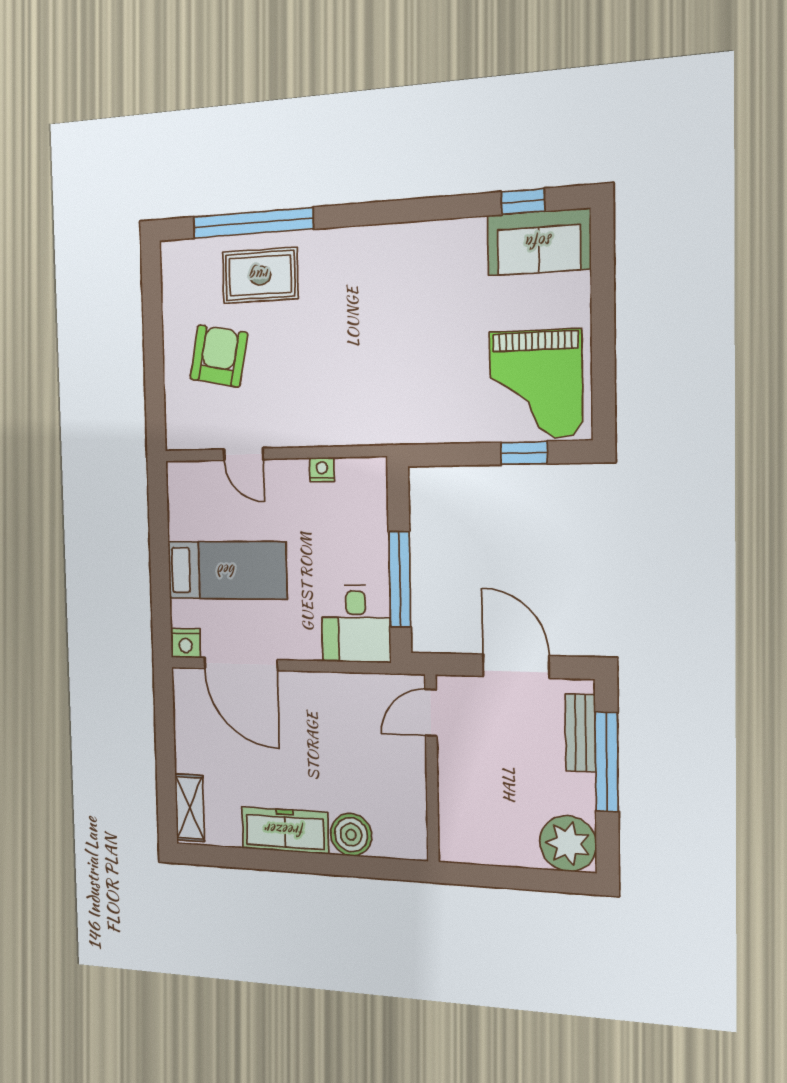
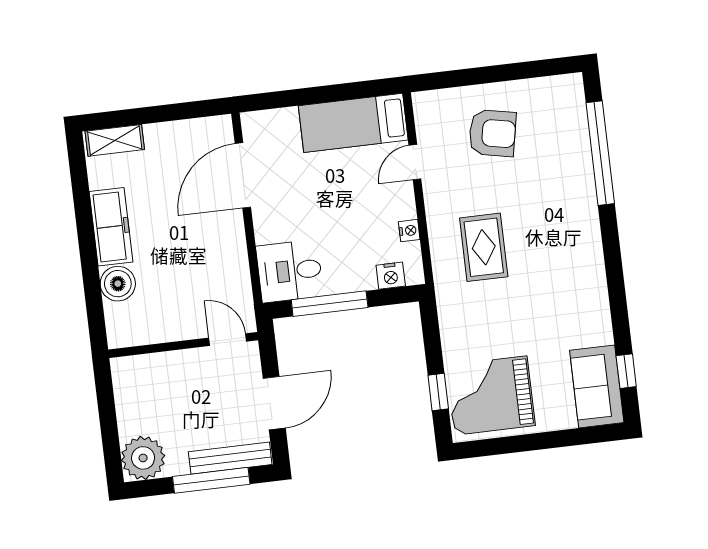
rug: (260, 275) -> (484, 247), moved
bed: (227, 570) -> (353, 123), moved, turned 90
nightstand: (186, 643) -> (391, 276), moved, turned -90
bench: (581, 733) -> (230, 458), width x1.36

